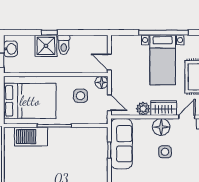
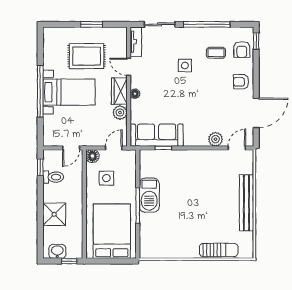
window: (49, 33) -> (40, 167), moved
toilet: (64, 45) -> (53, 177), moved
floor lamp: (161, 127) -> (135, 94), width x0.53, depth x0.53
barbecue: (31, 137) -> (149, 195), moved
side table: (165, 152) -> (185, 66), moved

